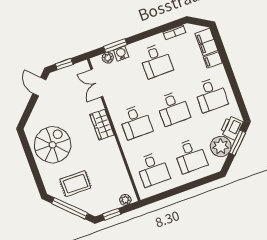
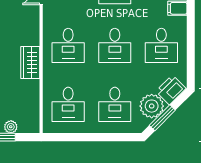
wardrobe: (102, 125) -> (30, 63), moved
window: (237, 143) -> (162, 118), moved
plant: (125, 200) -> (11, 127), moved

